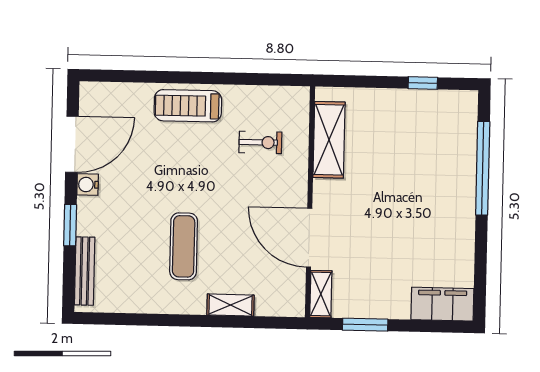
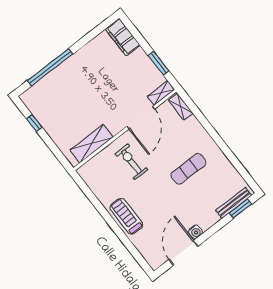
treadmill: (188, 106) -> (126, 216), turned 180
exercise bike: (260, 142) -> (131, 162), moved, width x1.38, depth x1.39
door: (72, 144) -> (184, 253), hinge flipped
window: (70, 225) -> (240, 209), moved
shelving: (230, 305) -> (181, 107), moved

